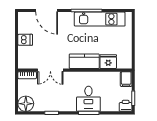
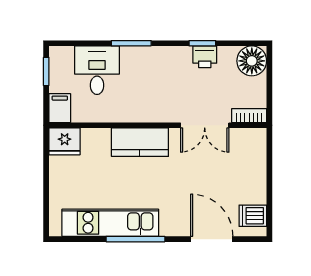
dishwasher: (25, 40) -> (253, 216), moved
fridge: (108, 62) -> (65, 141), moved
double door: (50, 70) -> (205, 125), swing flipped
desk: (88, 99) -> (97, 70), moved
printer: (126, 106) -> (205, 57), moved

